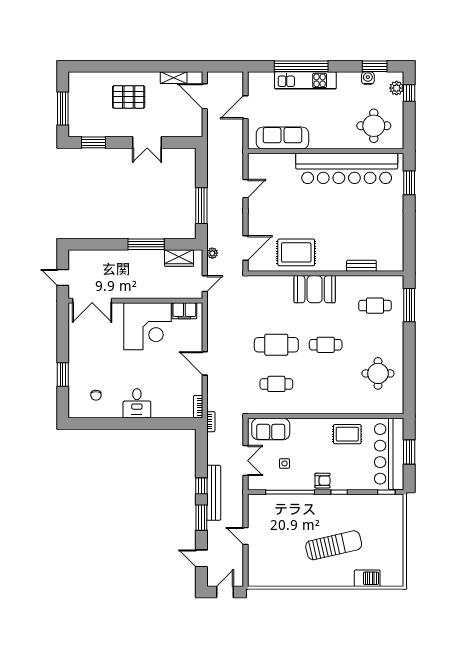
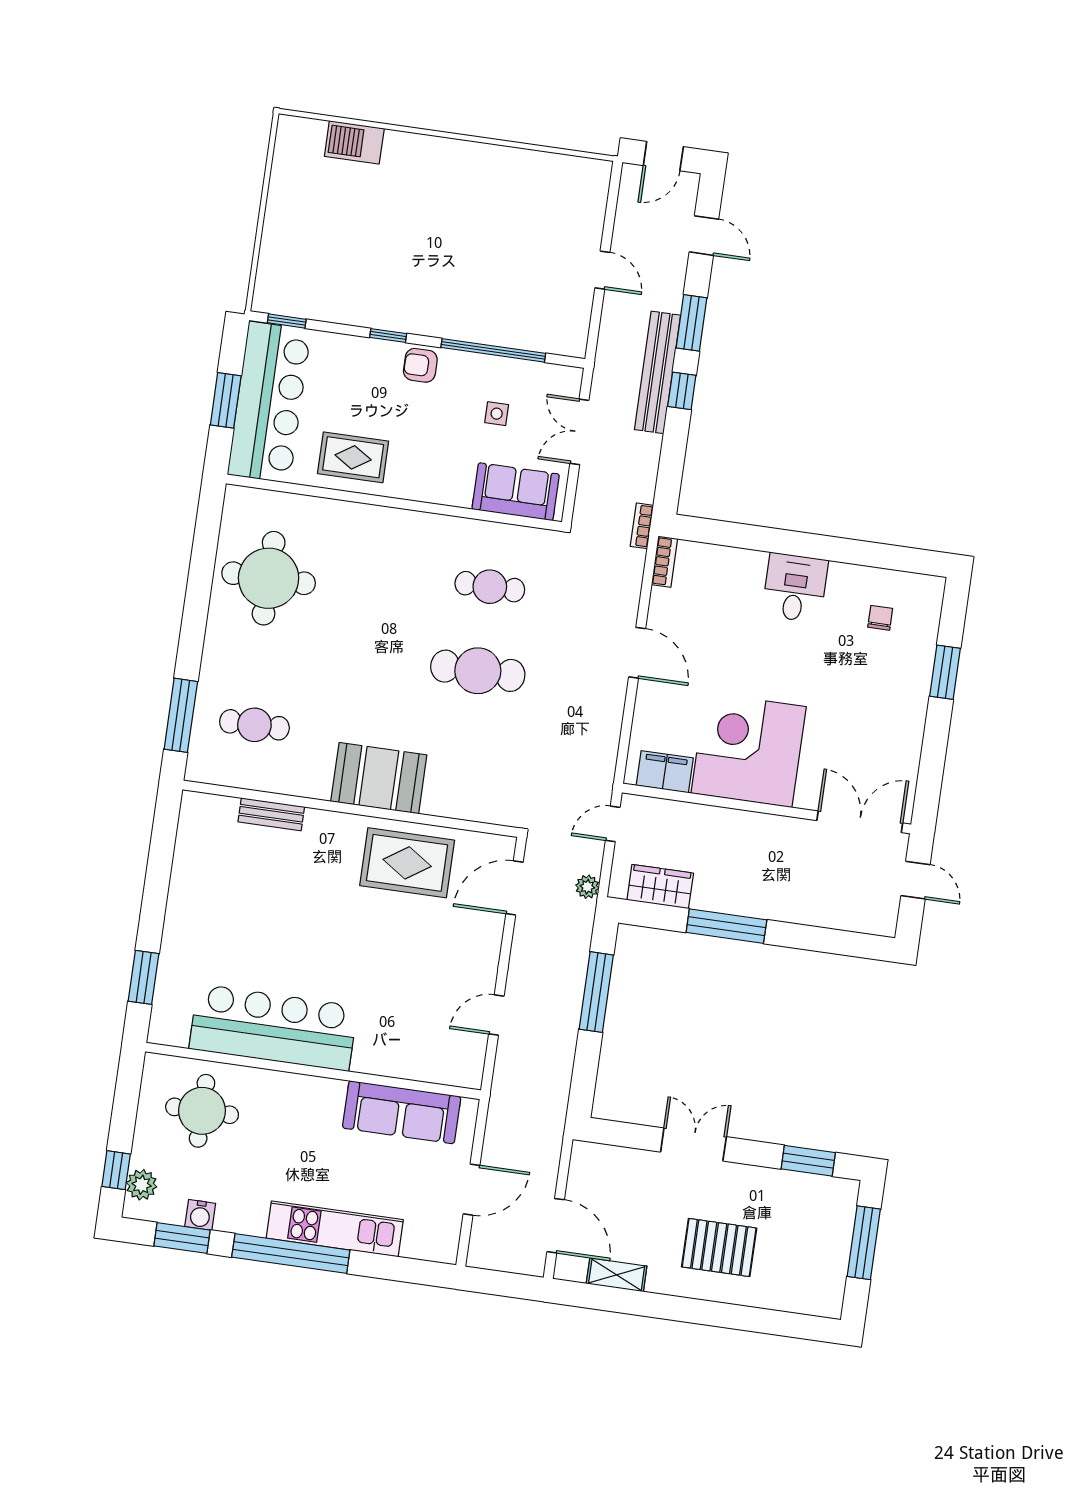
window: (301, 66) -> (291, 1254), moved
bar counter: (347, 168) -> (273, 1028), width x0.73
cafe table: (326, 345) -> (372, 656), removed
round table: (378, 373) -> (269, 578), width x1.36, depth x1.36
sun lounger: (334, 545) -> (416, 223), removed

